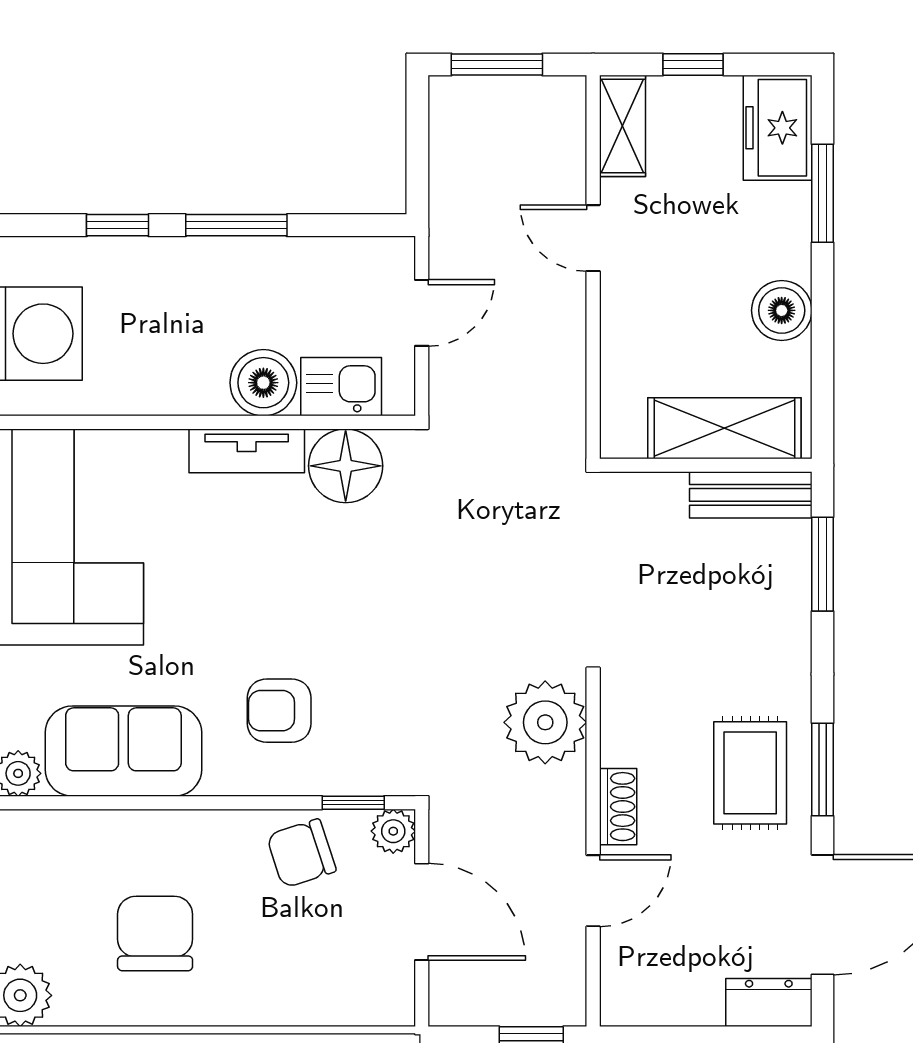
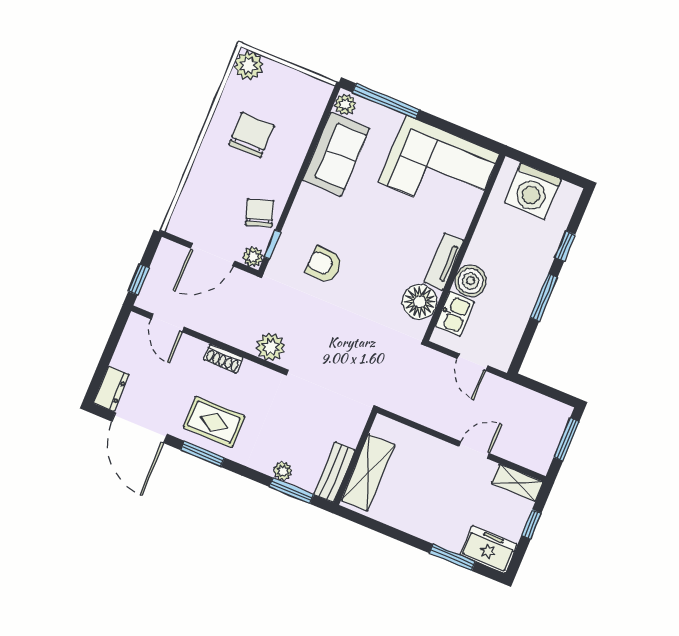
boiler: (782, 310) -> (409, 519), removed
plant: (791, 598) -> (283, 471), added
armchair: (279, 711) -> (324, 265), moved, turned -88
plant: (545, 722) -> (271, 347), width x0.73, depth x0.73
door: (593, 891) -> (168, 323), moved
chair: (155, 933) -> (251, 135), turned -90

